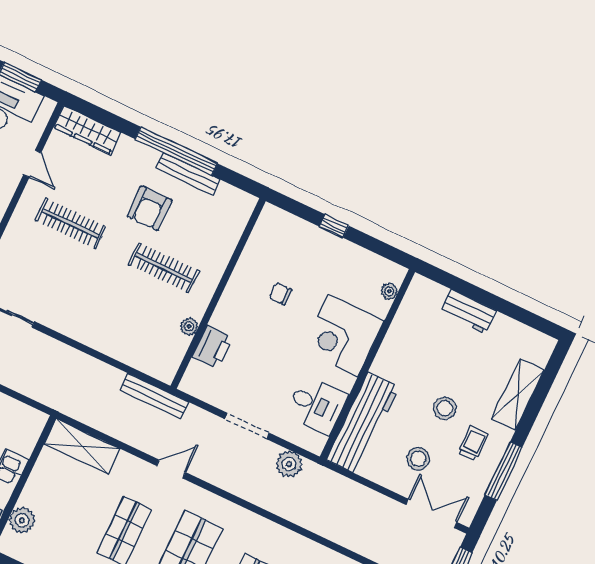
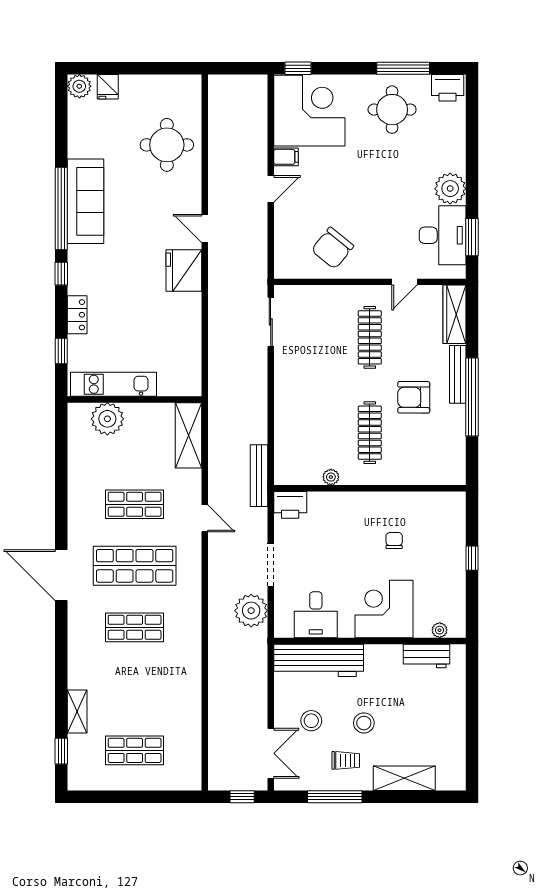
bench: (188, 174) -> (458, 374), moved
workbench: (468, 312) -> (426, 656), moved, turned -90
printer: (213, 347) -> (290, 505), moved
plant: (289, 464) -> (251, 611), width x1.36, depth x1.36
plant: (22, 520) -> (107, 419), width x1.36, depth x1.36

